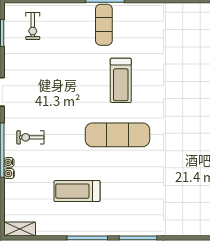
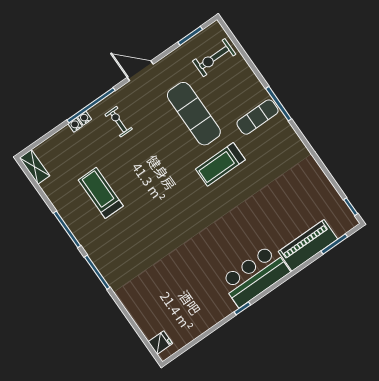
exercise bike: (33, 26) -> (214, 58), width x1.38, depth x1.39
exercise mat: (117, 135) -> (194, 114), moved

